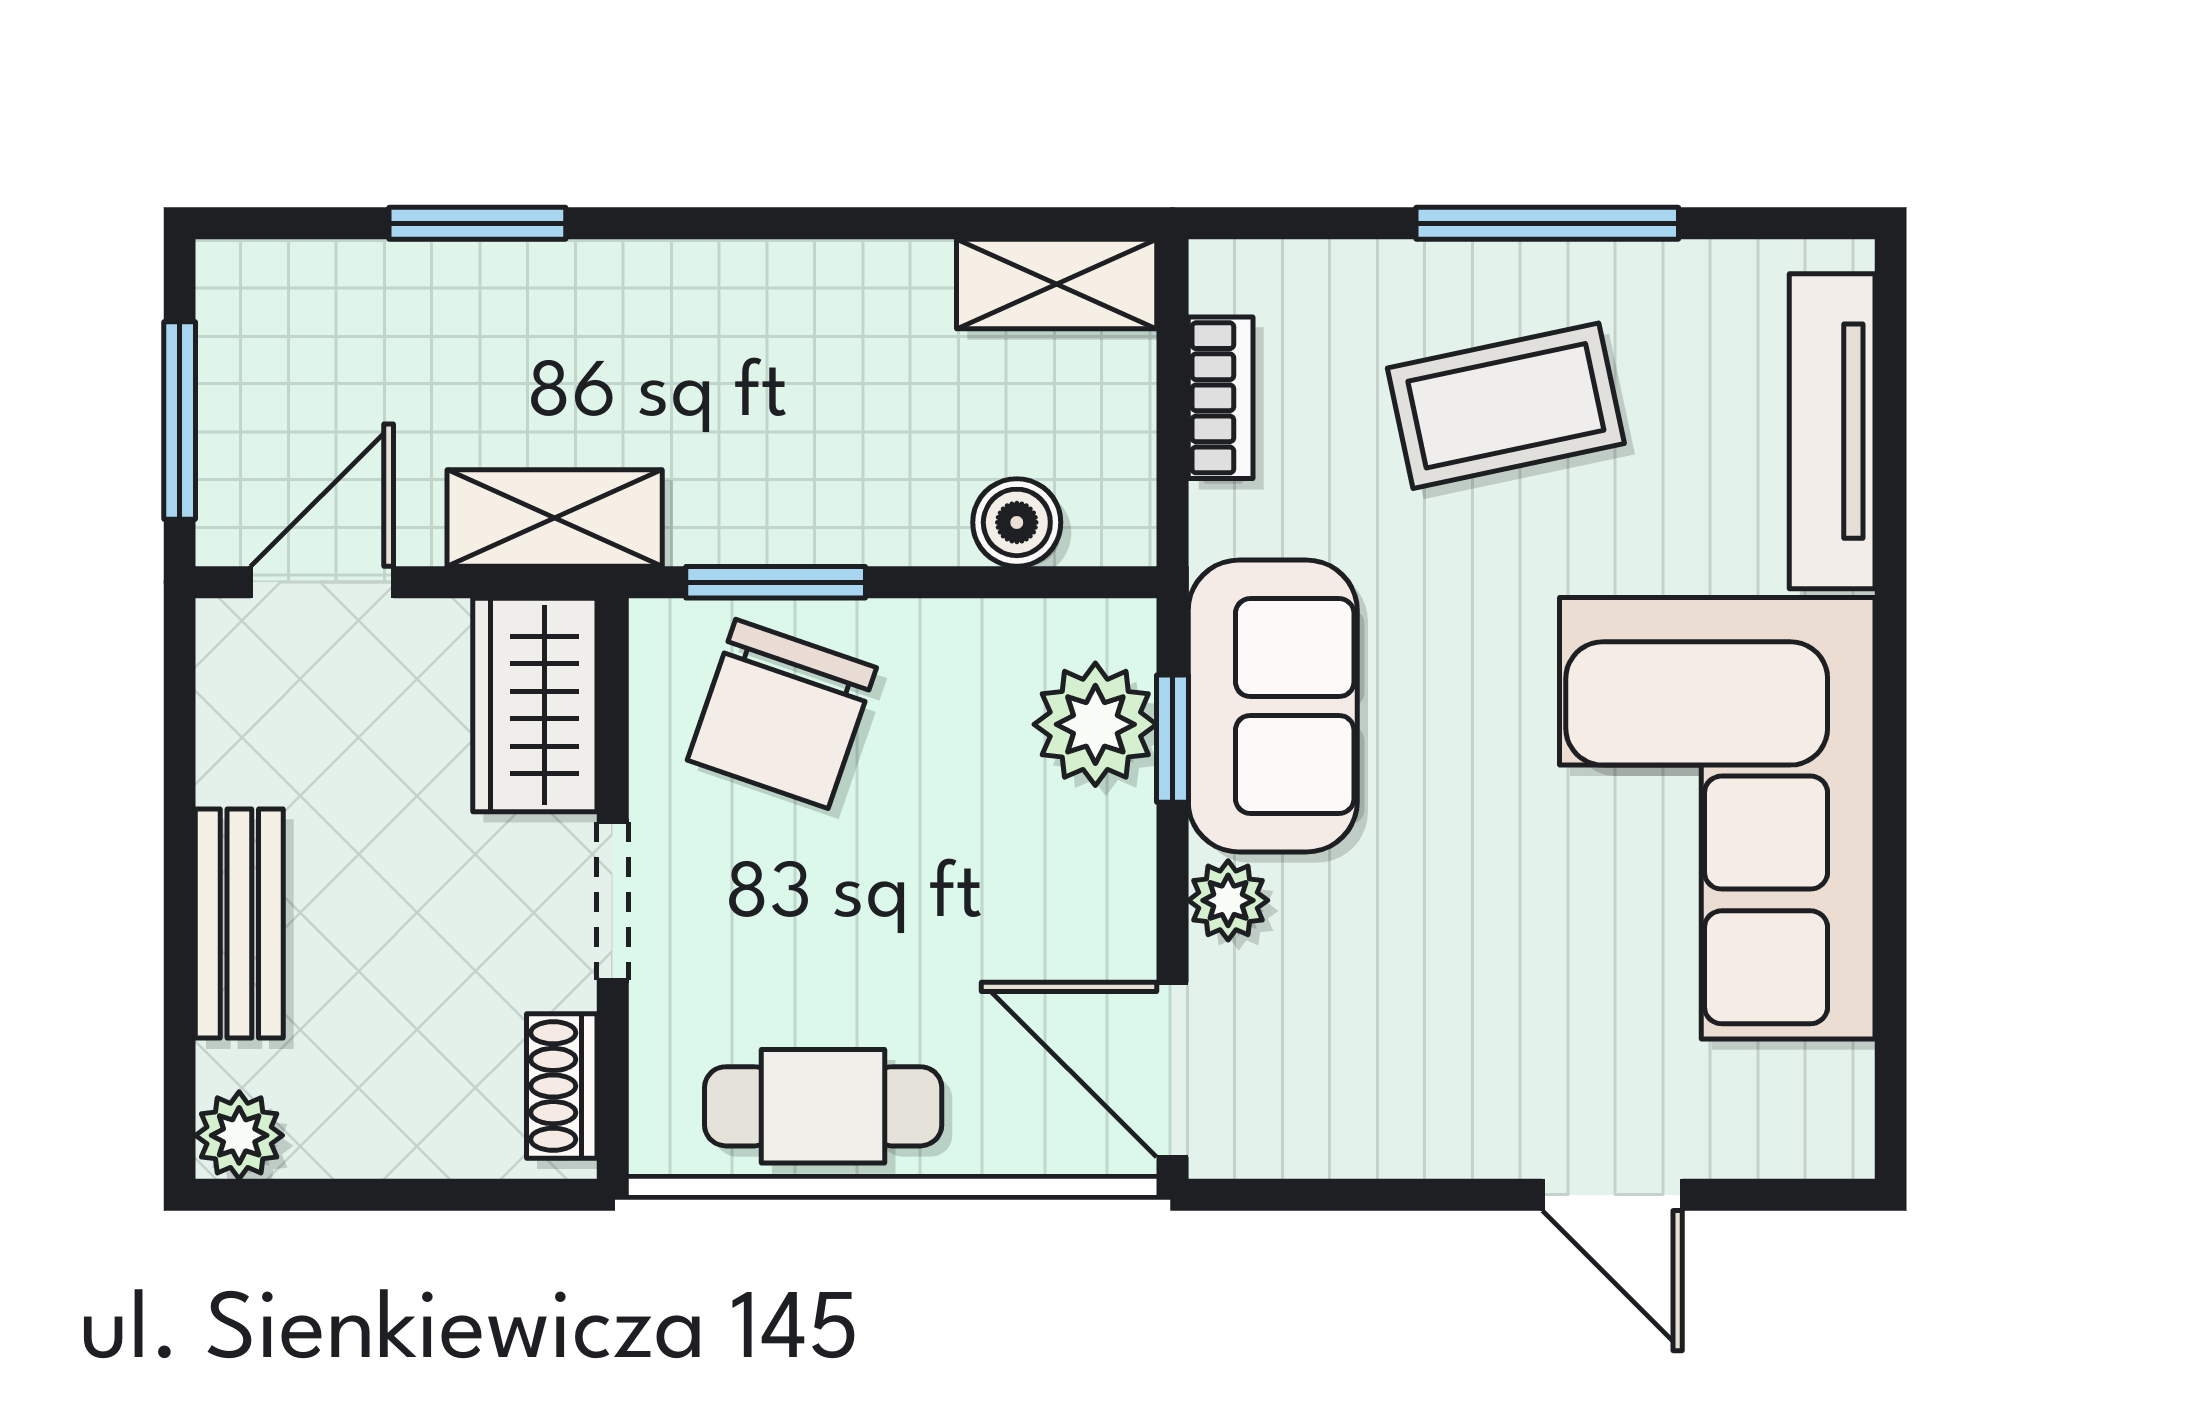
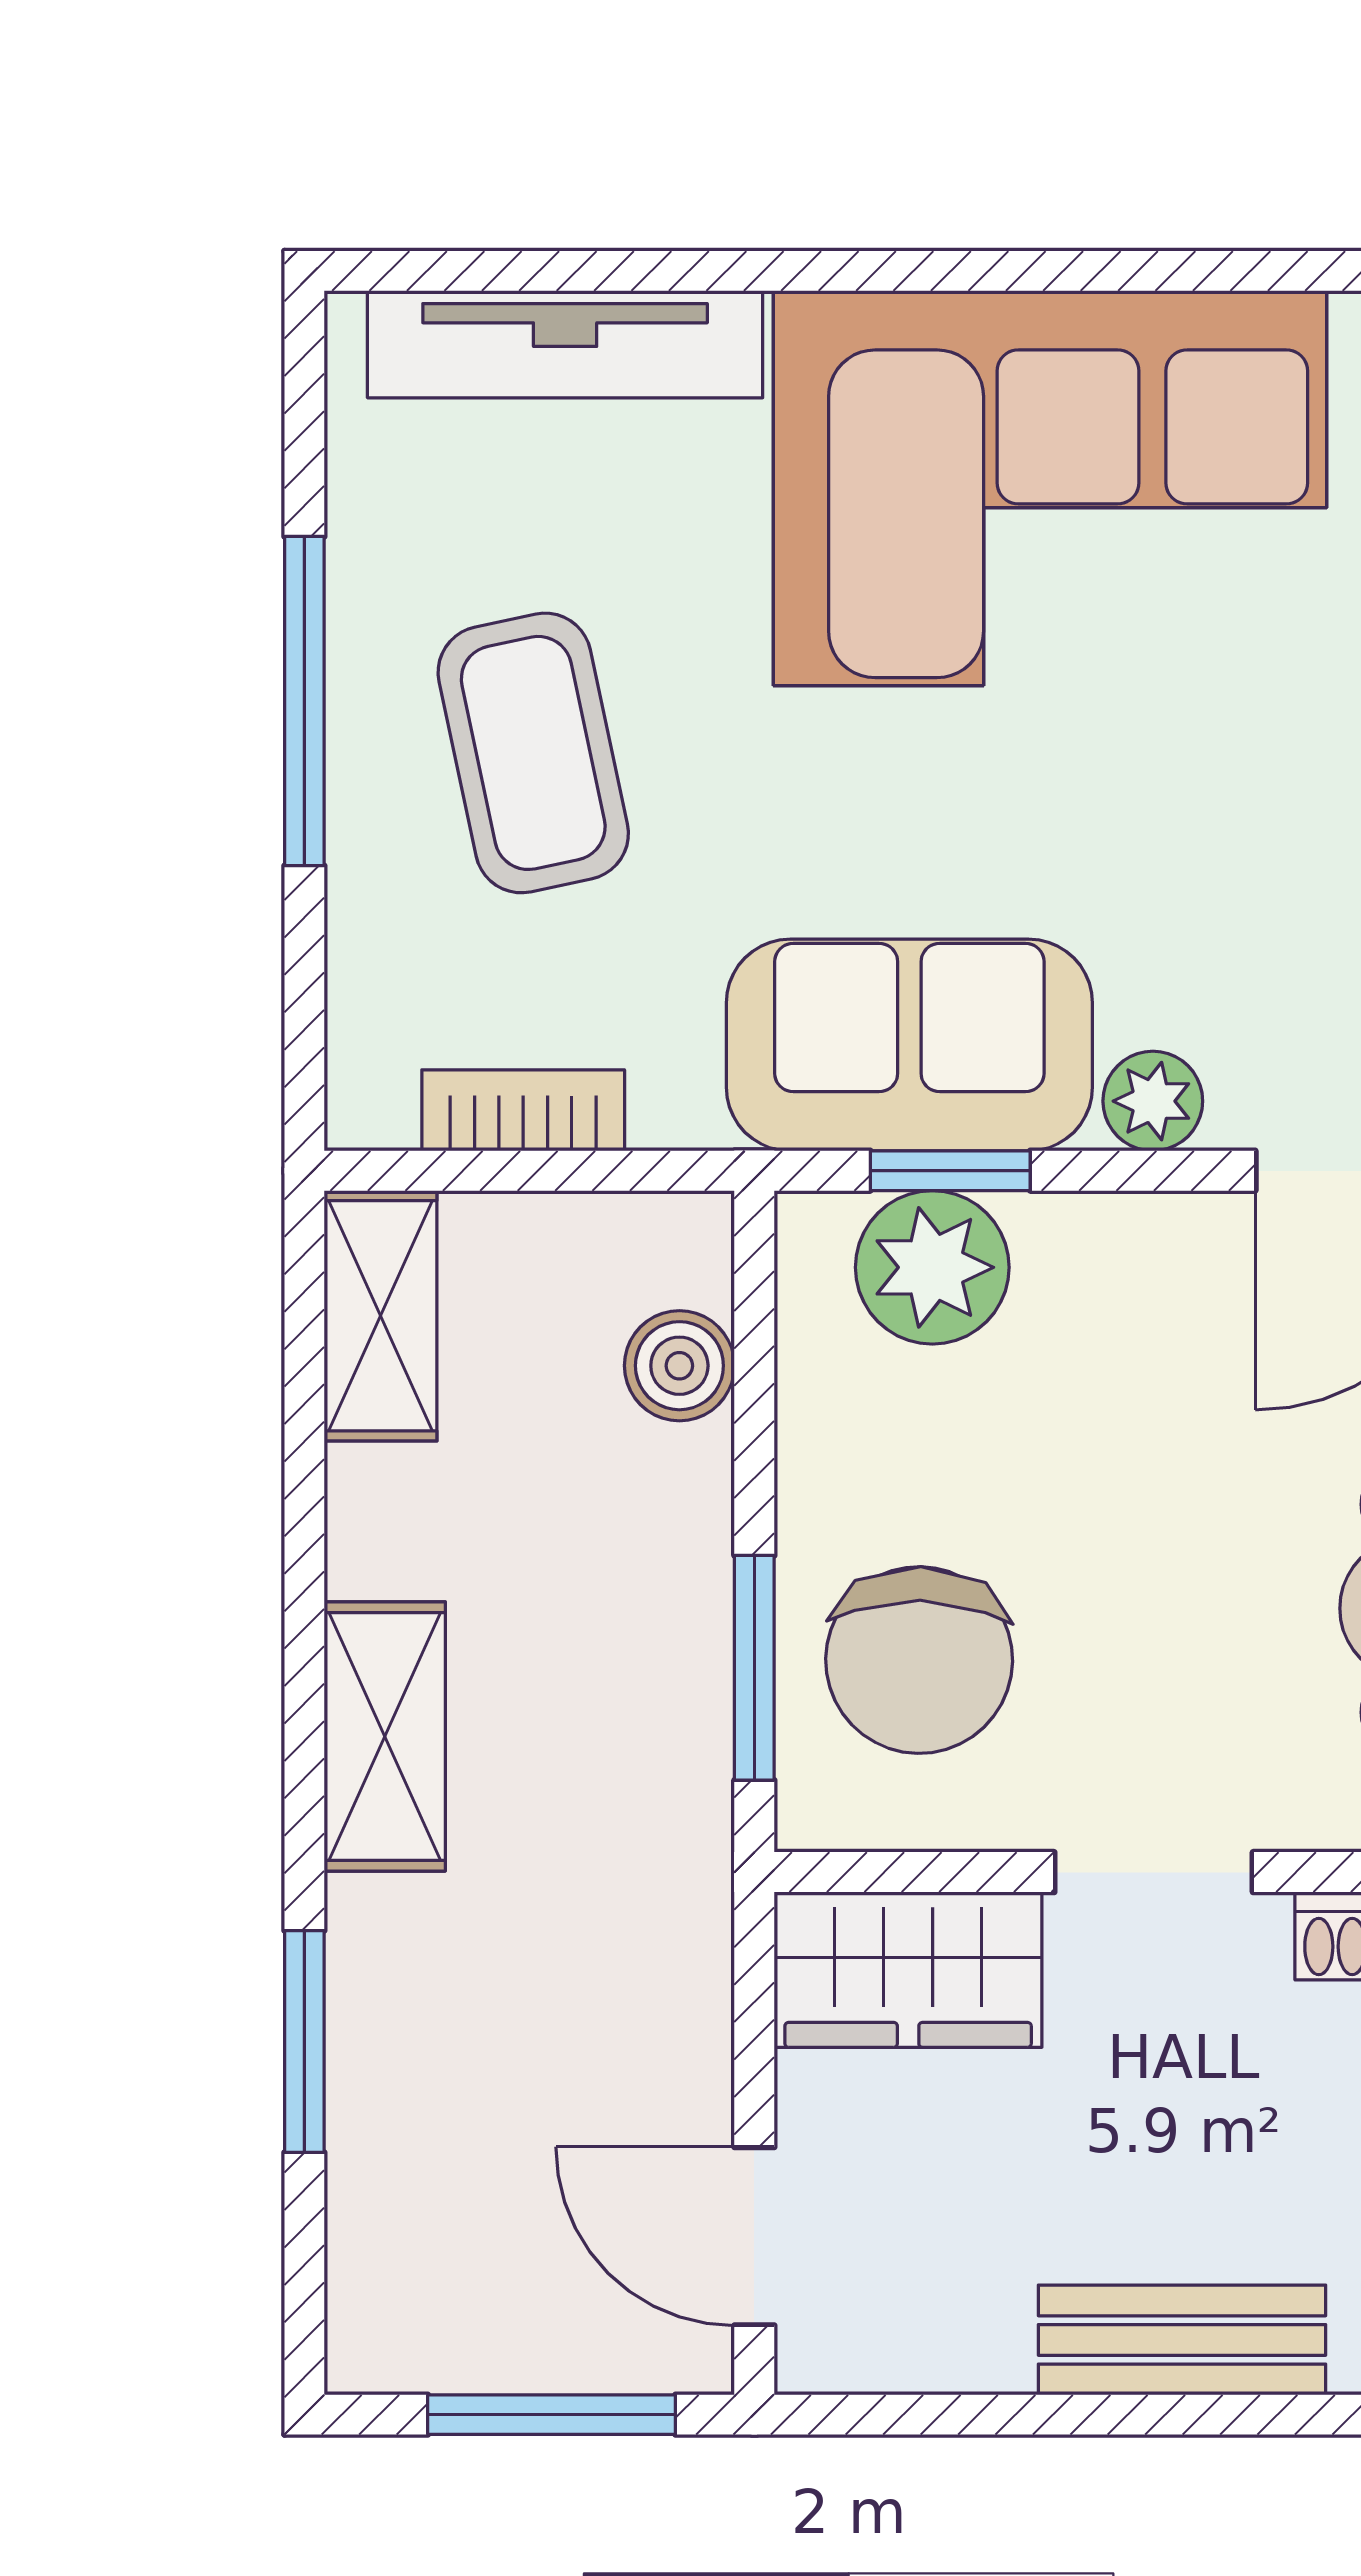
shelving: (555, 518) -> (385, 1736), moved
chair: (782, 714) -> (919, 1660), turned 72

